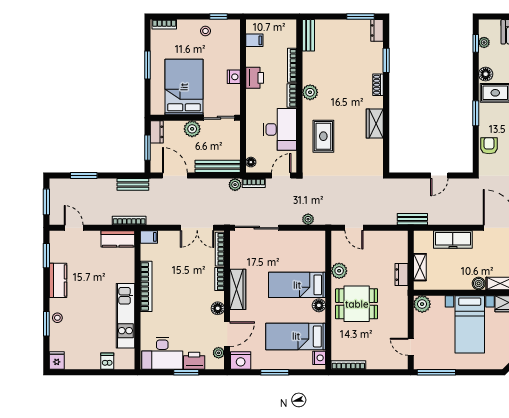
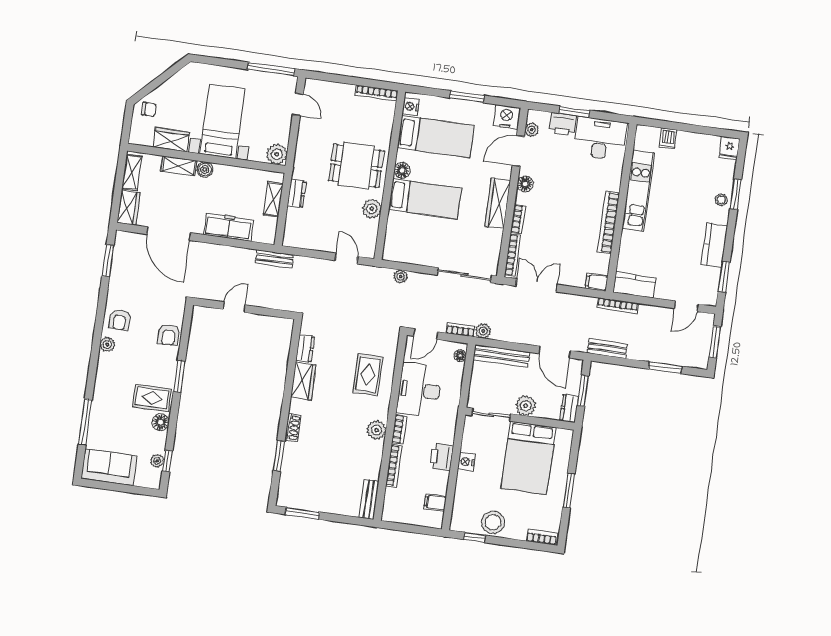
dresser: (377, 30) -> (305, 348), moved
stool: (205, 31) -> (493, 522), width x1.89, depth x1.89
door: (74, 228) -> (686, 306), hinge flipped

